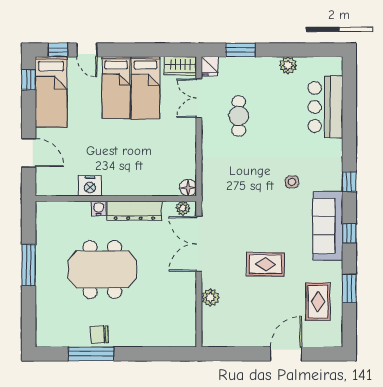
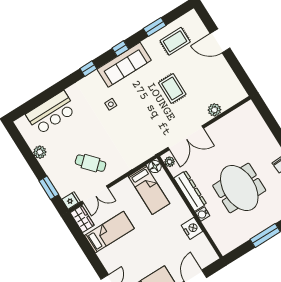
bed: (116, 88) -> (149, 190), moved, turned 90
cafe table: (239, 116) -> (91, 163), turned 48

